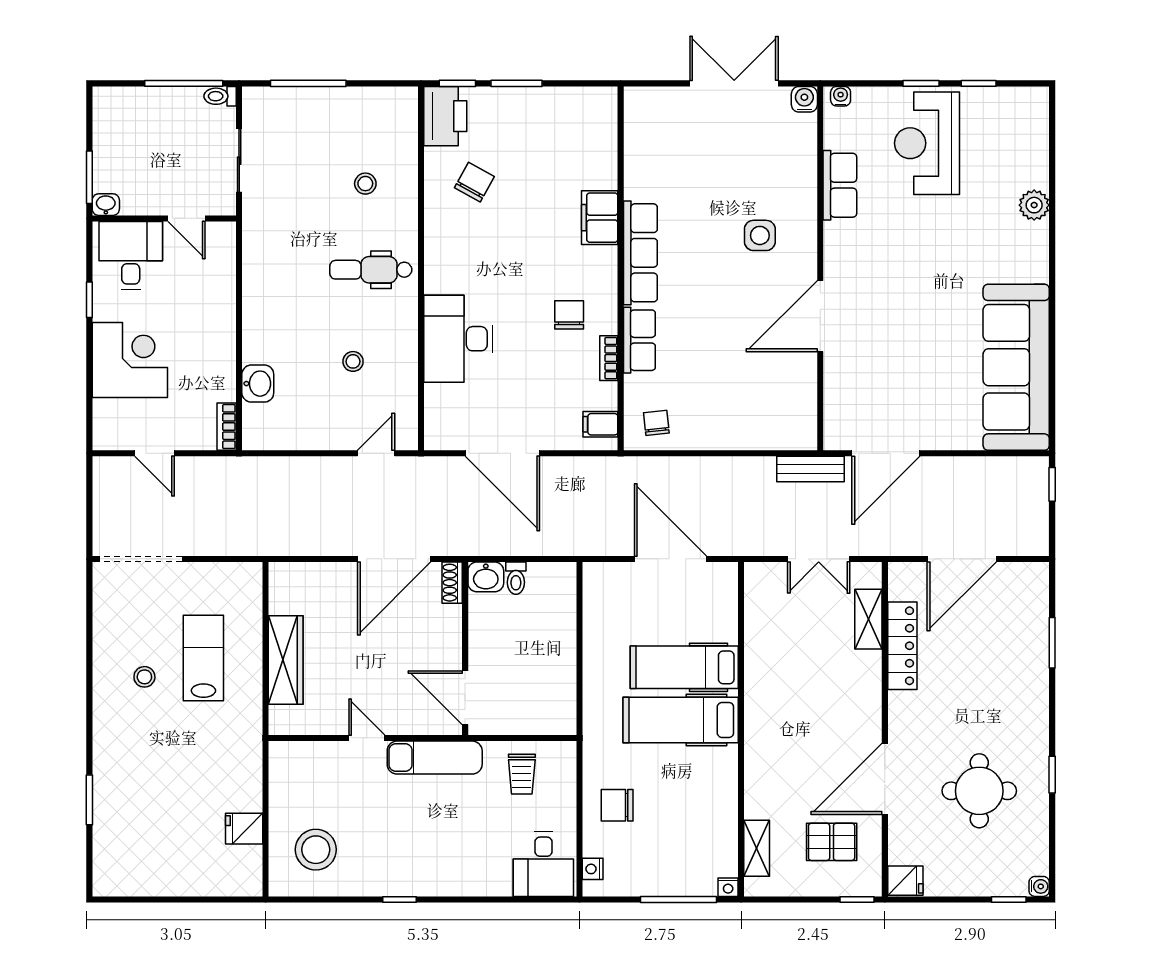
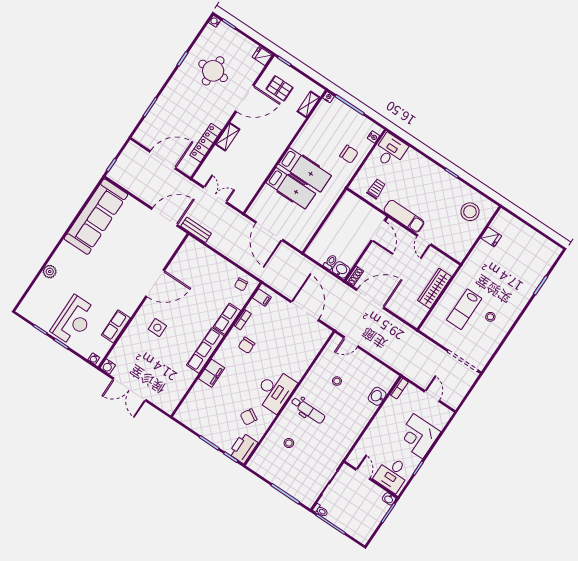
desk: (458, 339) -> (275, 391), moved
shelving: (868, 619) -> (228, 137), moved

